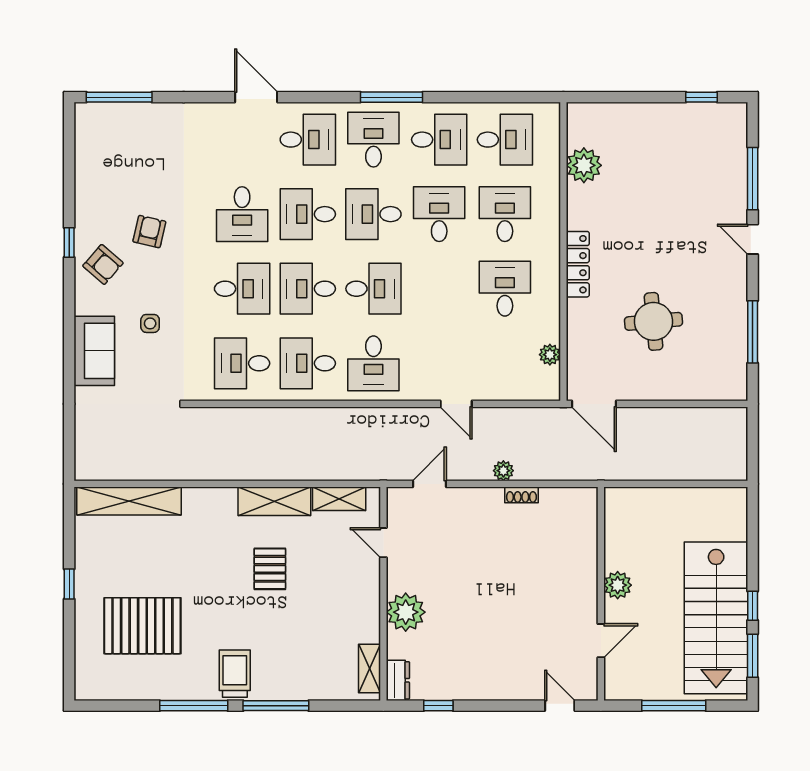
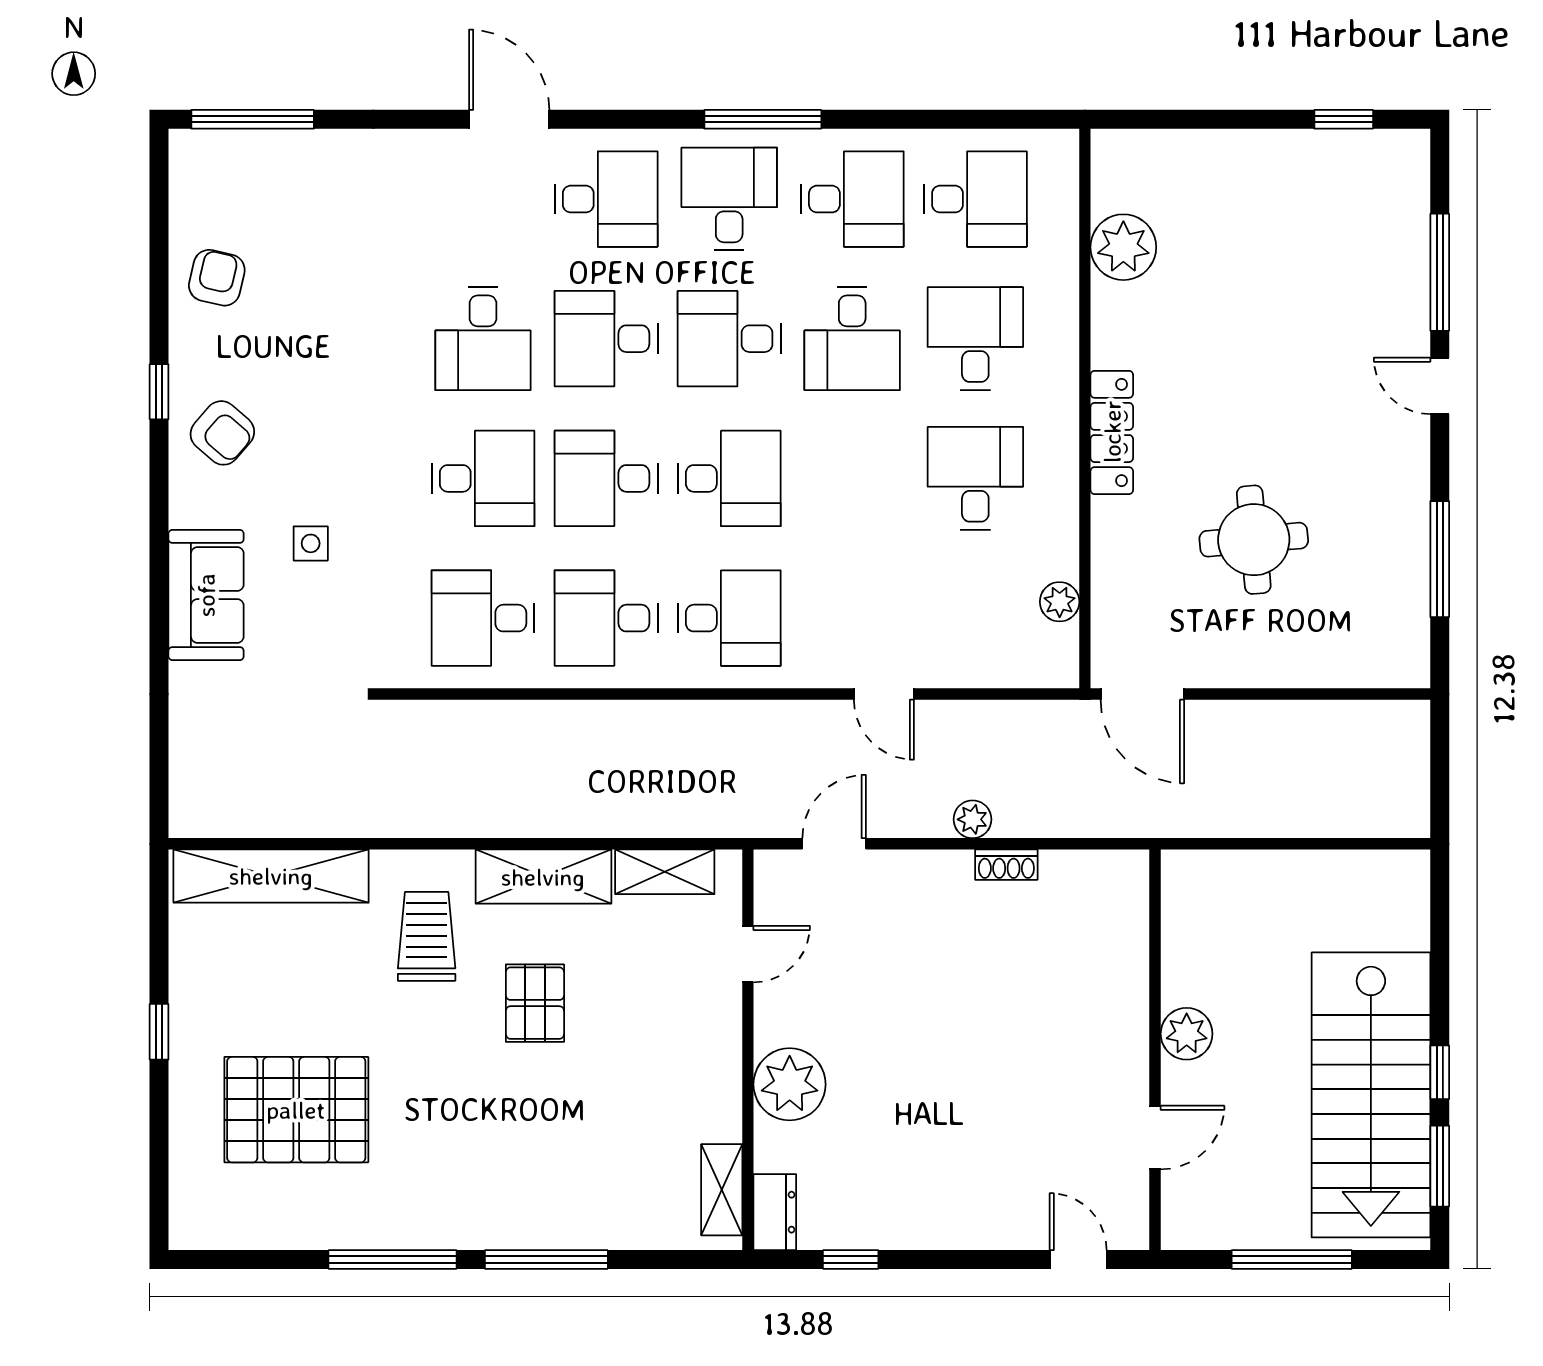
desk: (439, 214) -> (852, 339), turned 180
armchair: (149, 232) -> (217, 278), moved
desk: (373, 363) -> (729, 618), turned -90
door: (383, 543) -> (748, 954), swing flipped
trolley: (235, 674) -> (427, 936), moved

